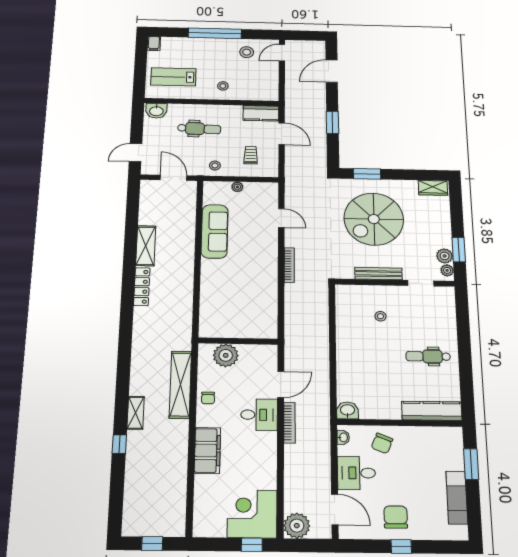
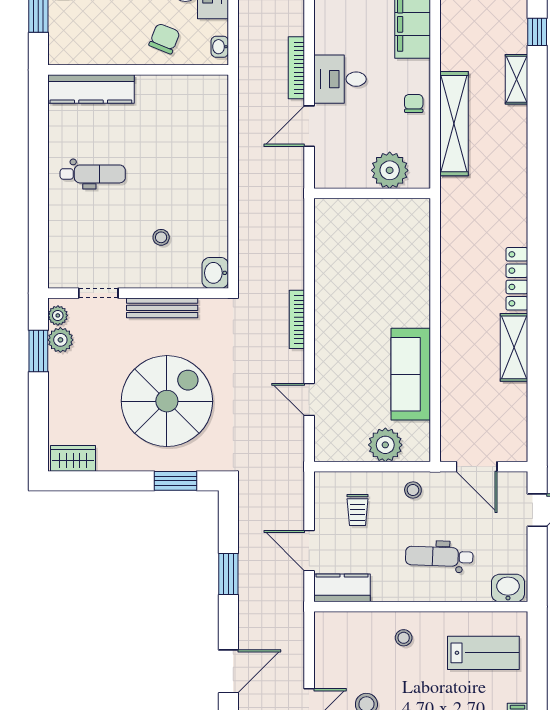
plant: (237, 187) -> (385, 445), width x1.88, depth x1.88
washbasin: (348, 410) -> (215, 273), moved, turned 90

